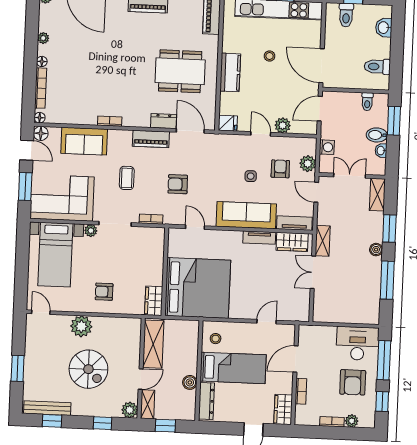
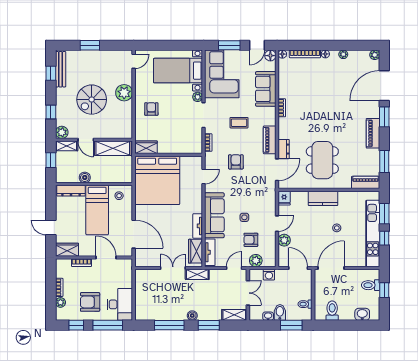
armchair: (280, 169) -> (251, 240), turned 180
door: (267, 322) -> (134, 234), width x1.88

